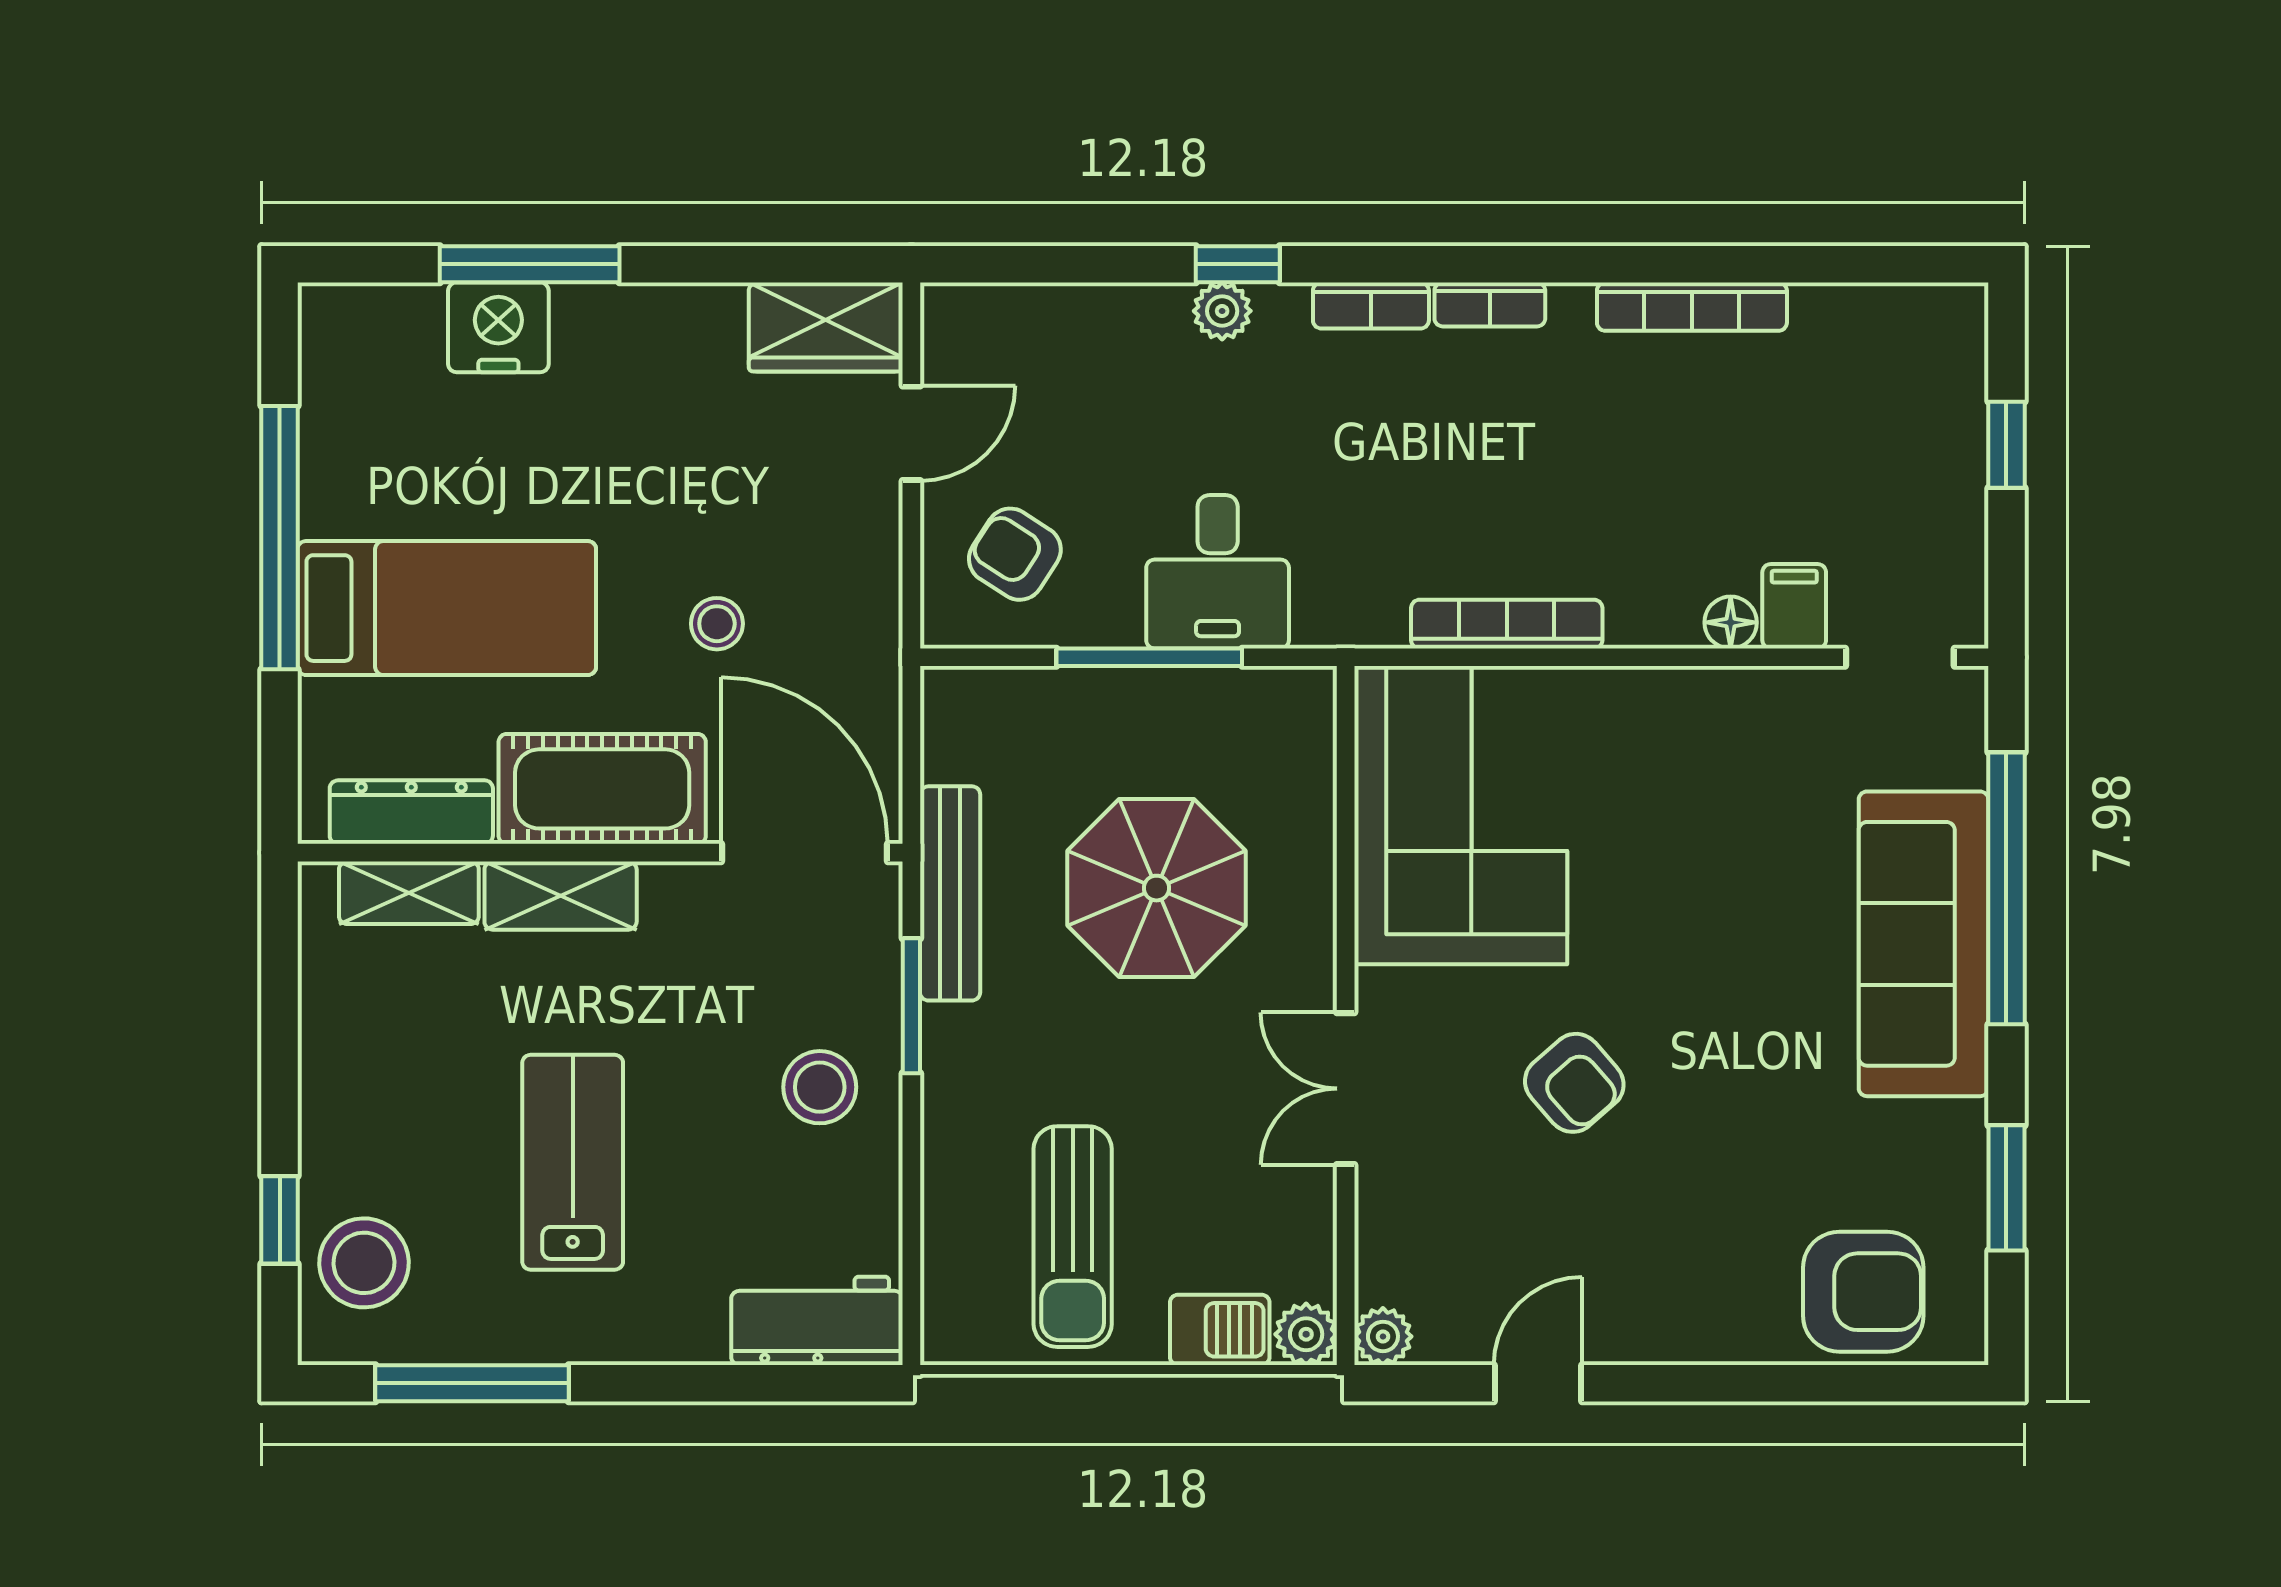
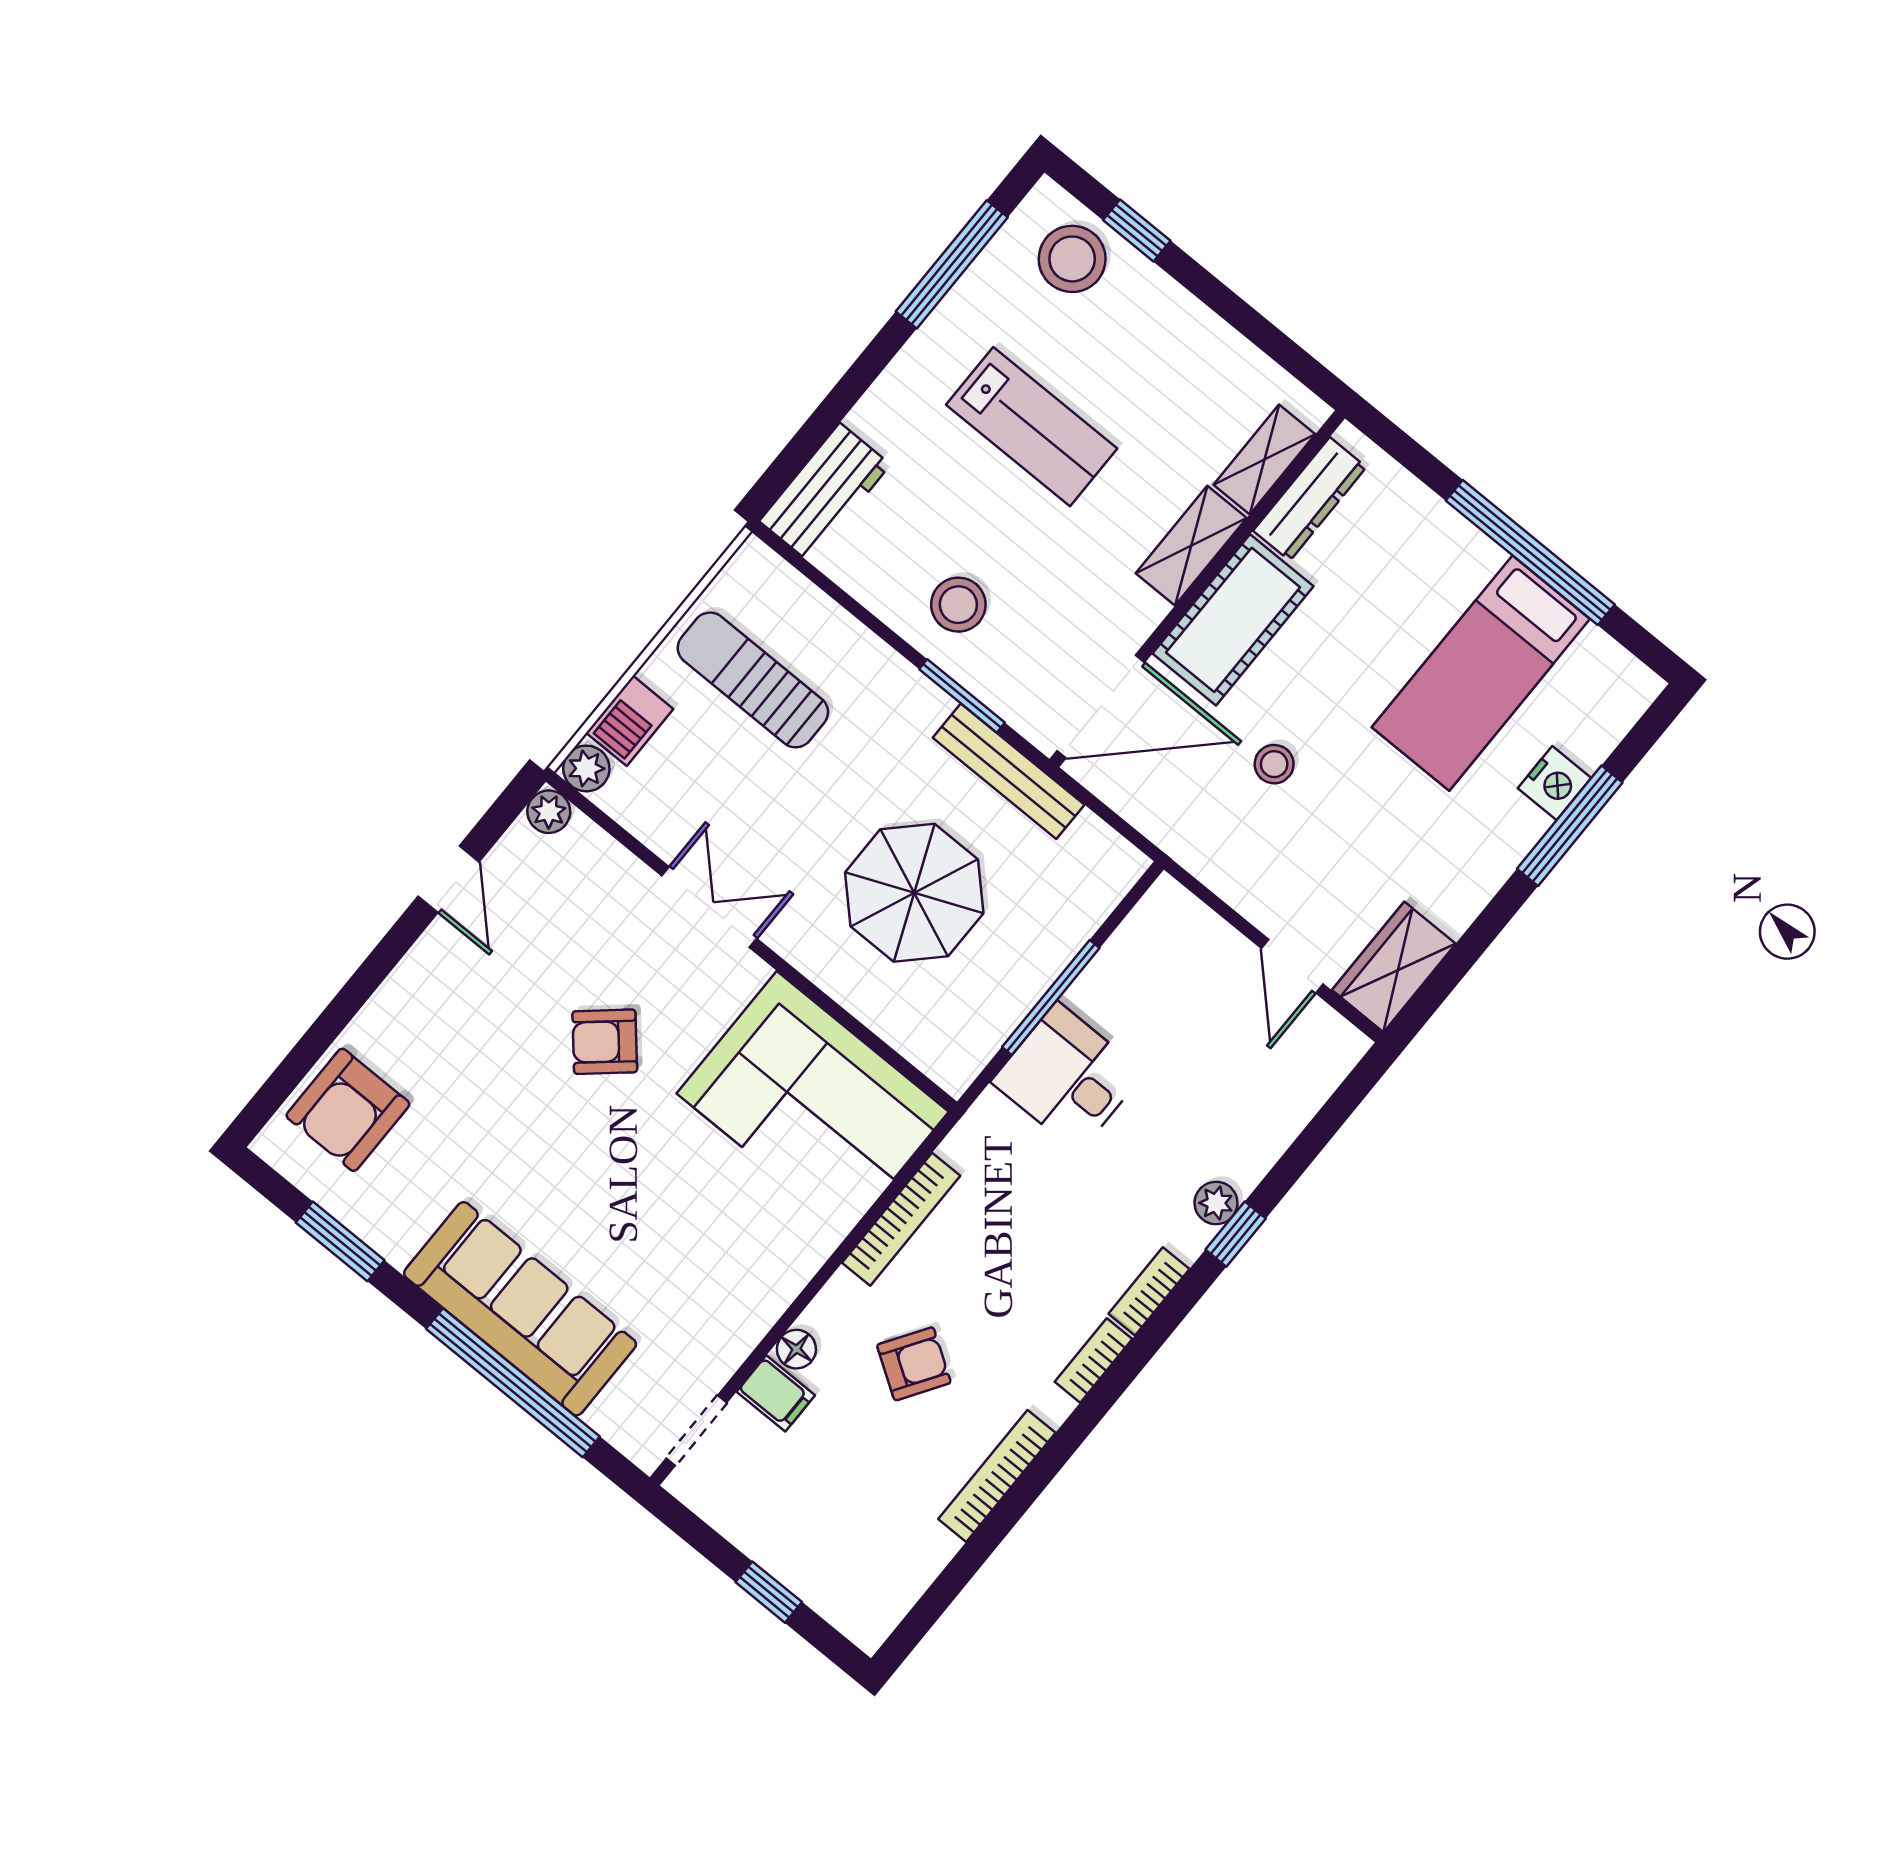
nightstand: (498, 327) -> (1555, 783), width x0.74, depth x0.75
armchair: (1015, 554) -> (914, 1364), moved
bed: (447, 608) -> (1481, 673), moved

